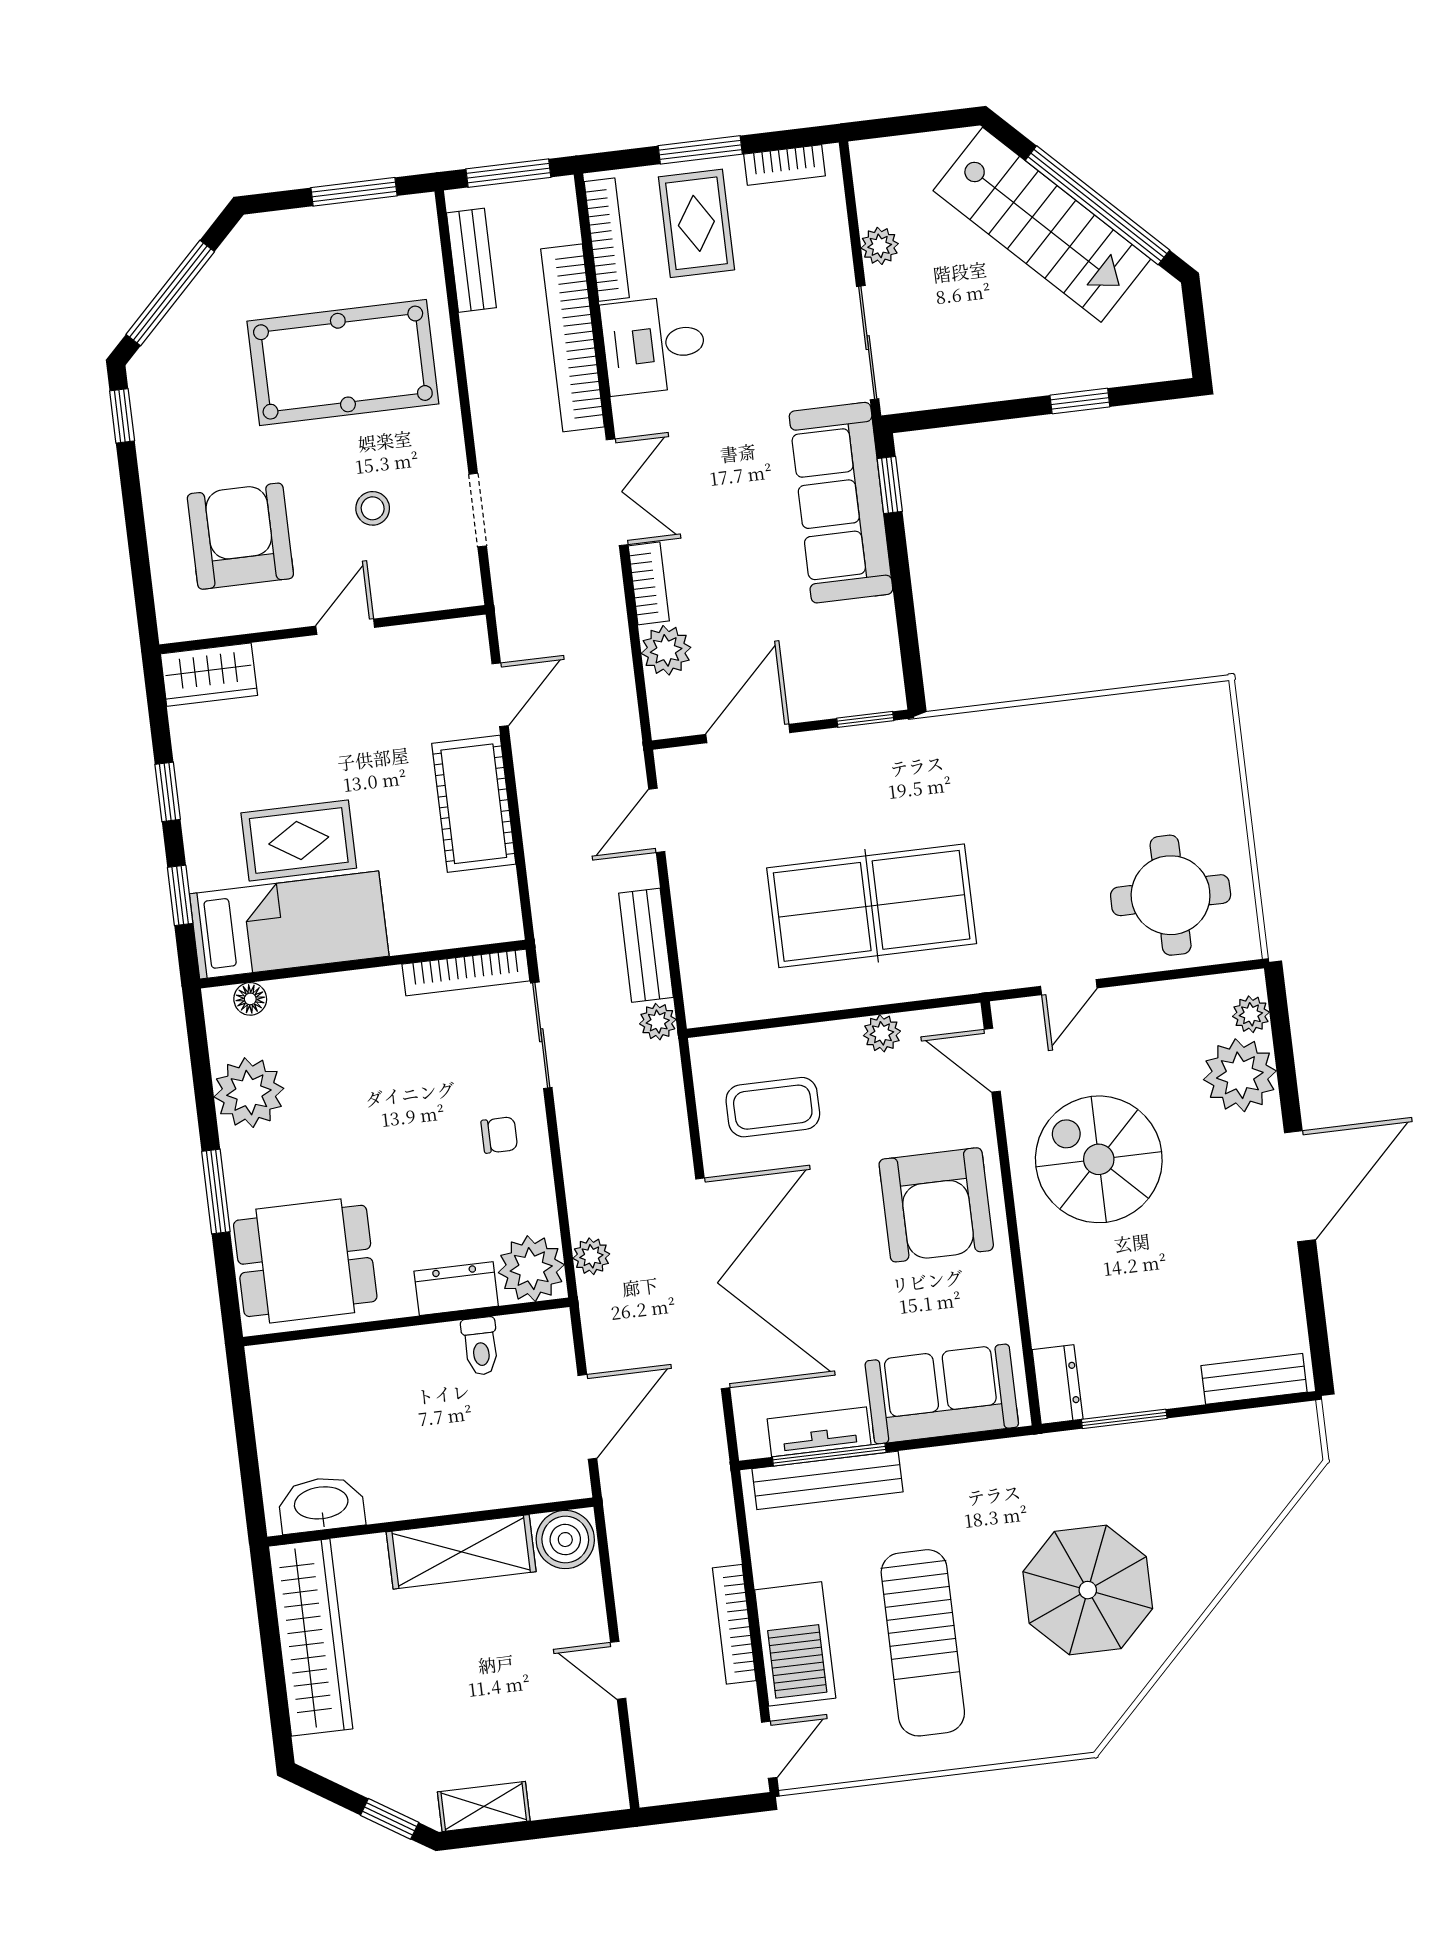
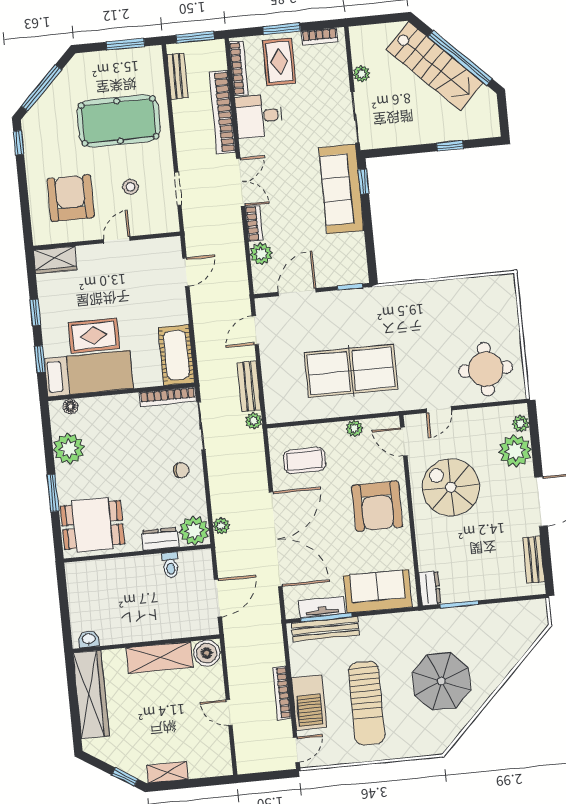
cot: (474, 804) -> (176, 355), moved
bench: (1254, 1379) -> (534, 560), moved, turned 90
washbasin: (321, 1504) -> (89, 639), width x0.52, depth x0.69

